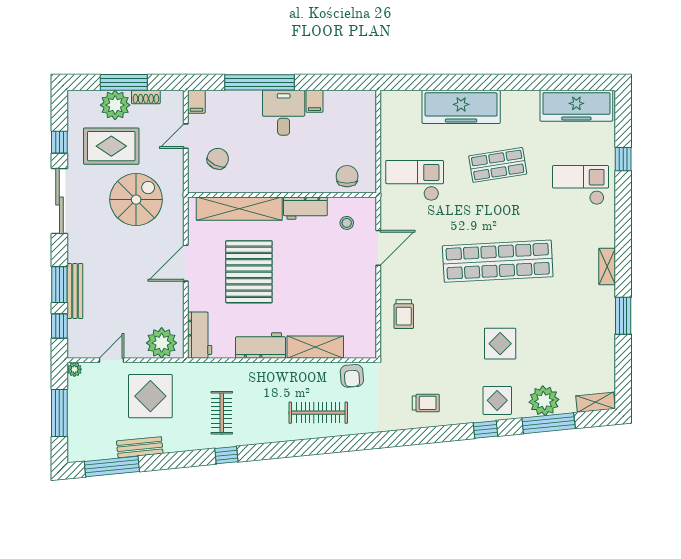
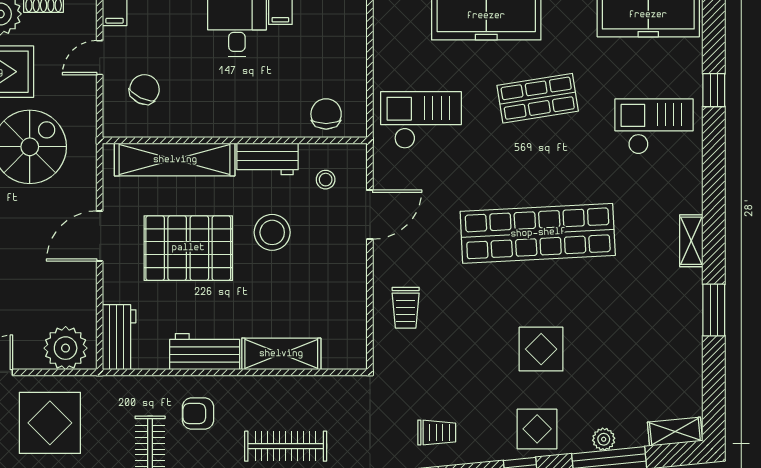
stool: (309, 261) -> (272, 232), added
pallet: (249, 272) -> (188, 248), turned 90
armchair: (352, 376) -> (198, 414), moved, turned 94
plant: (544, 401) -> (604, 439), width x0.53, depth x0.53

